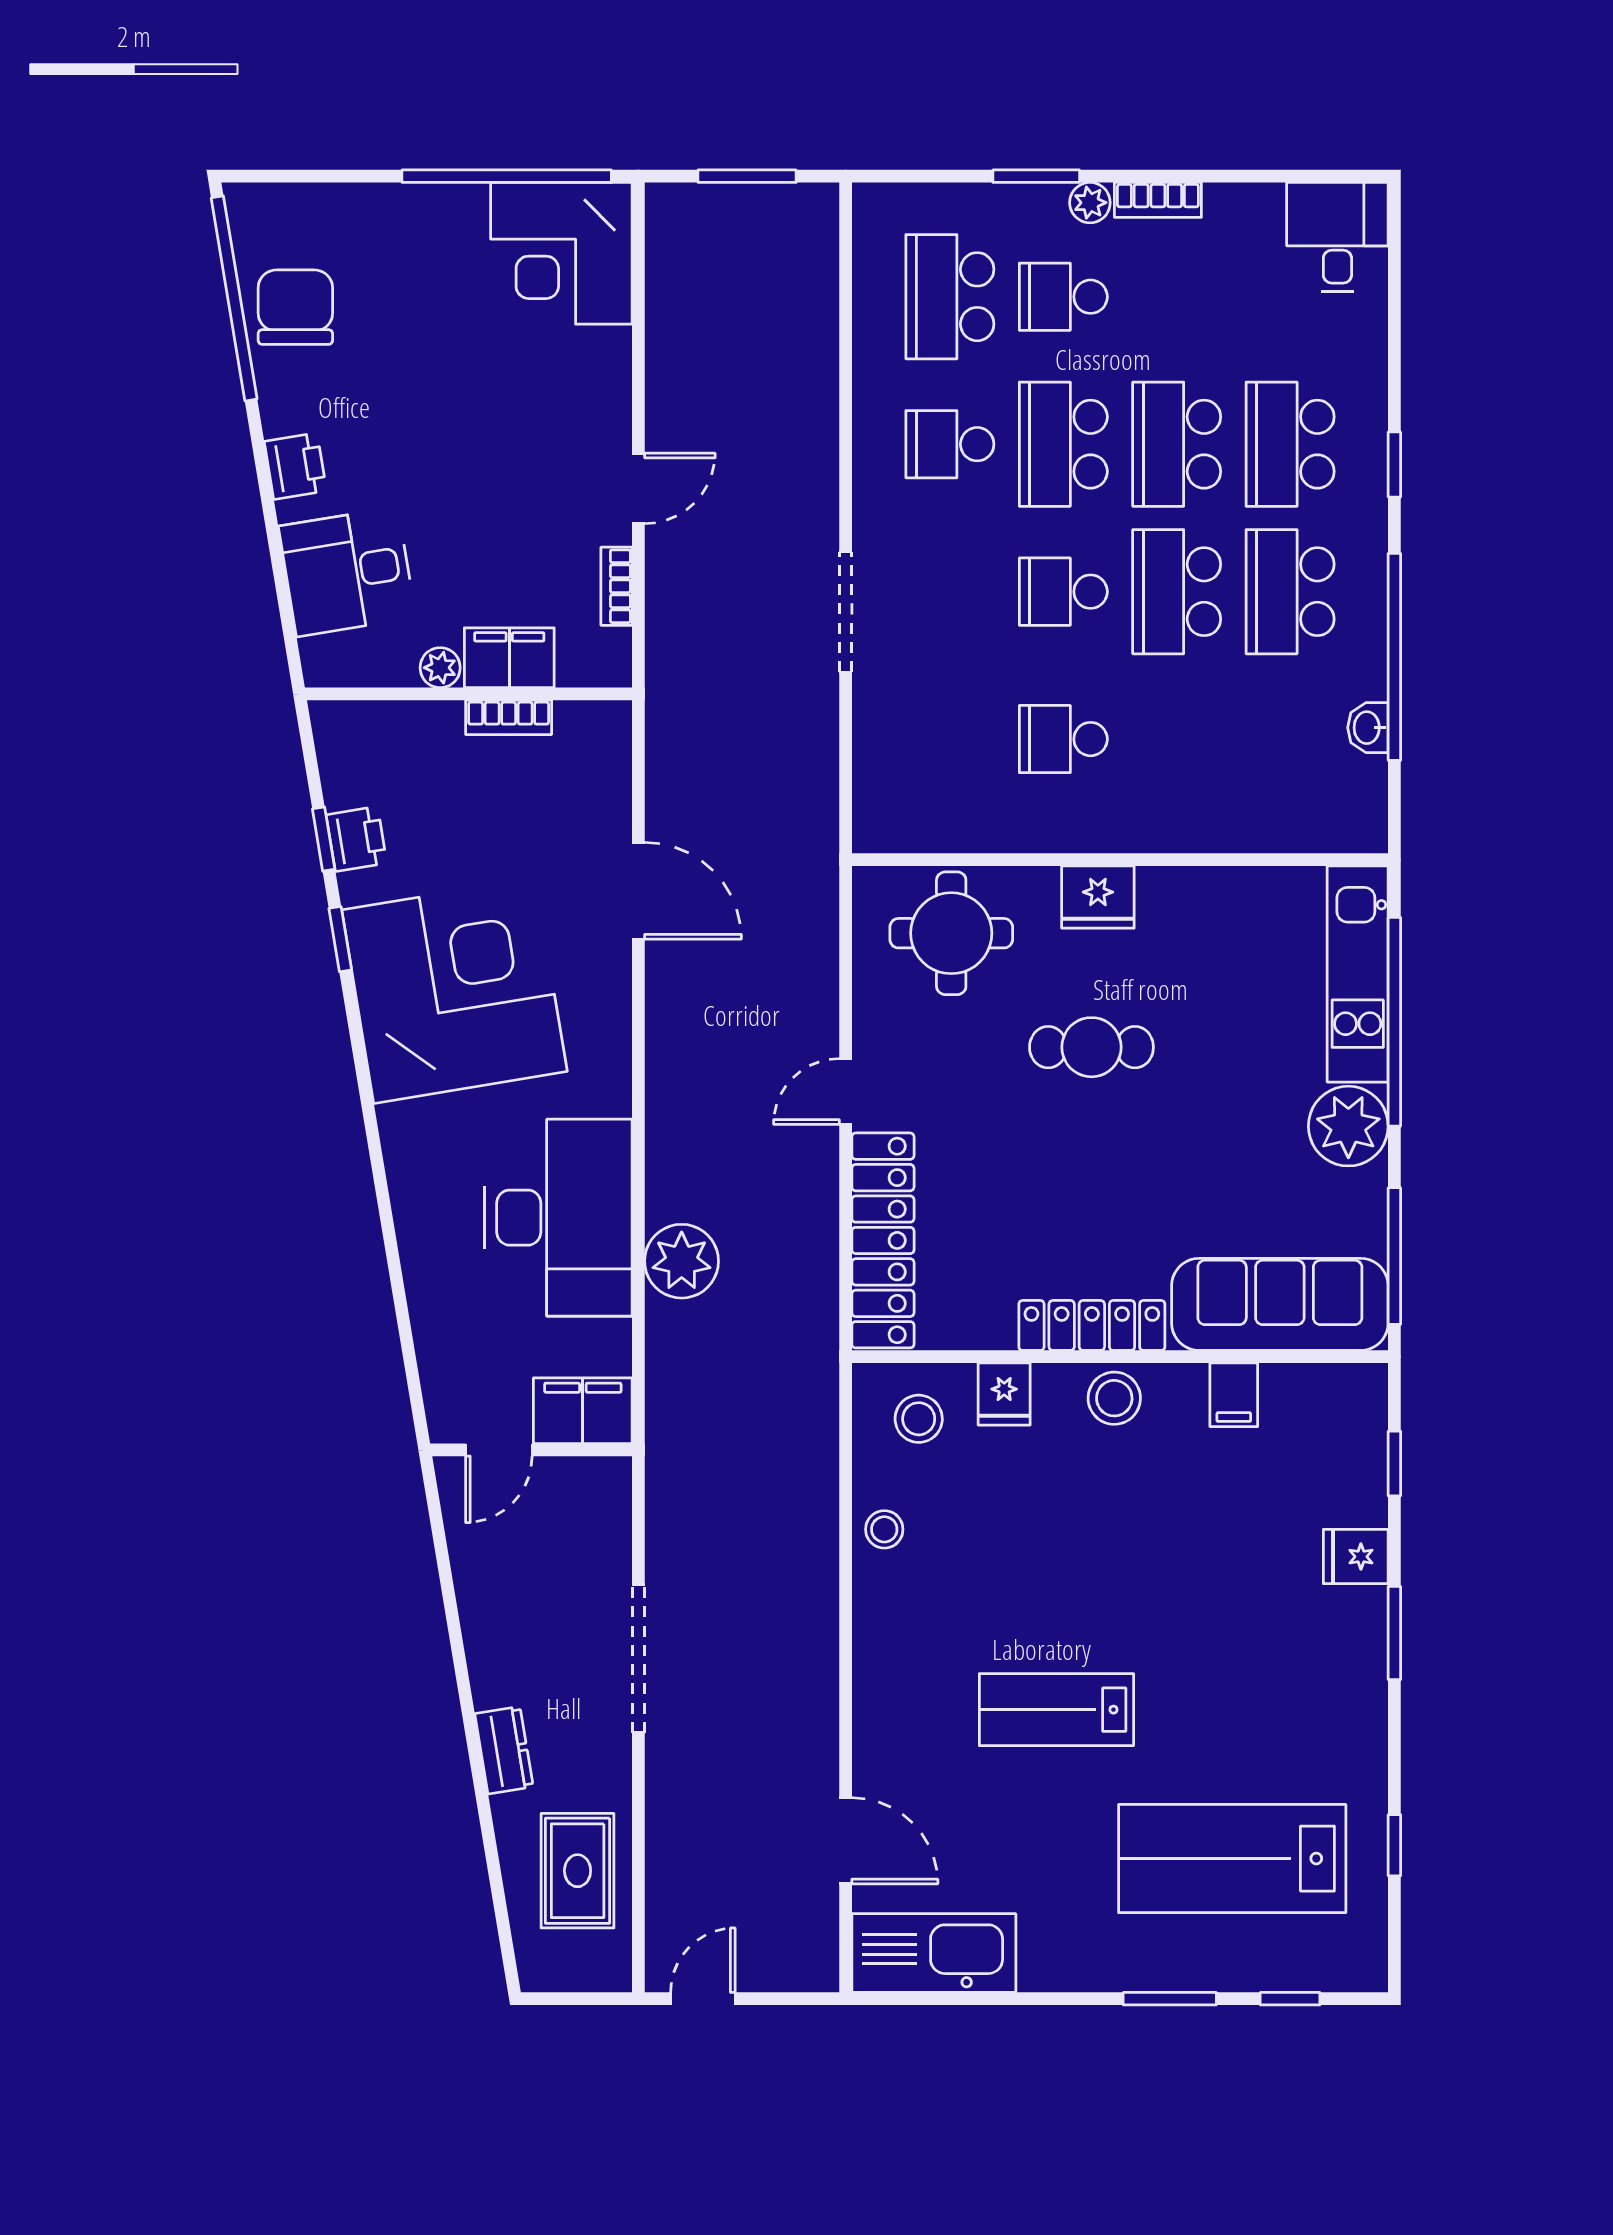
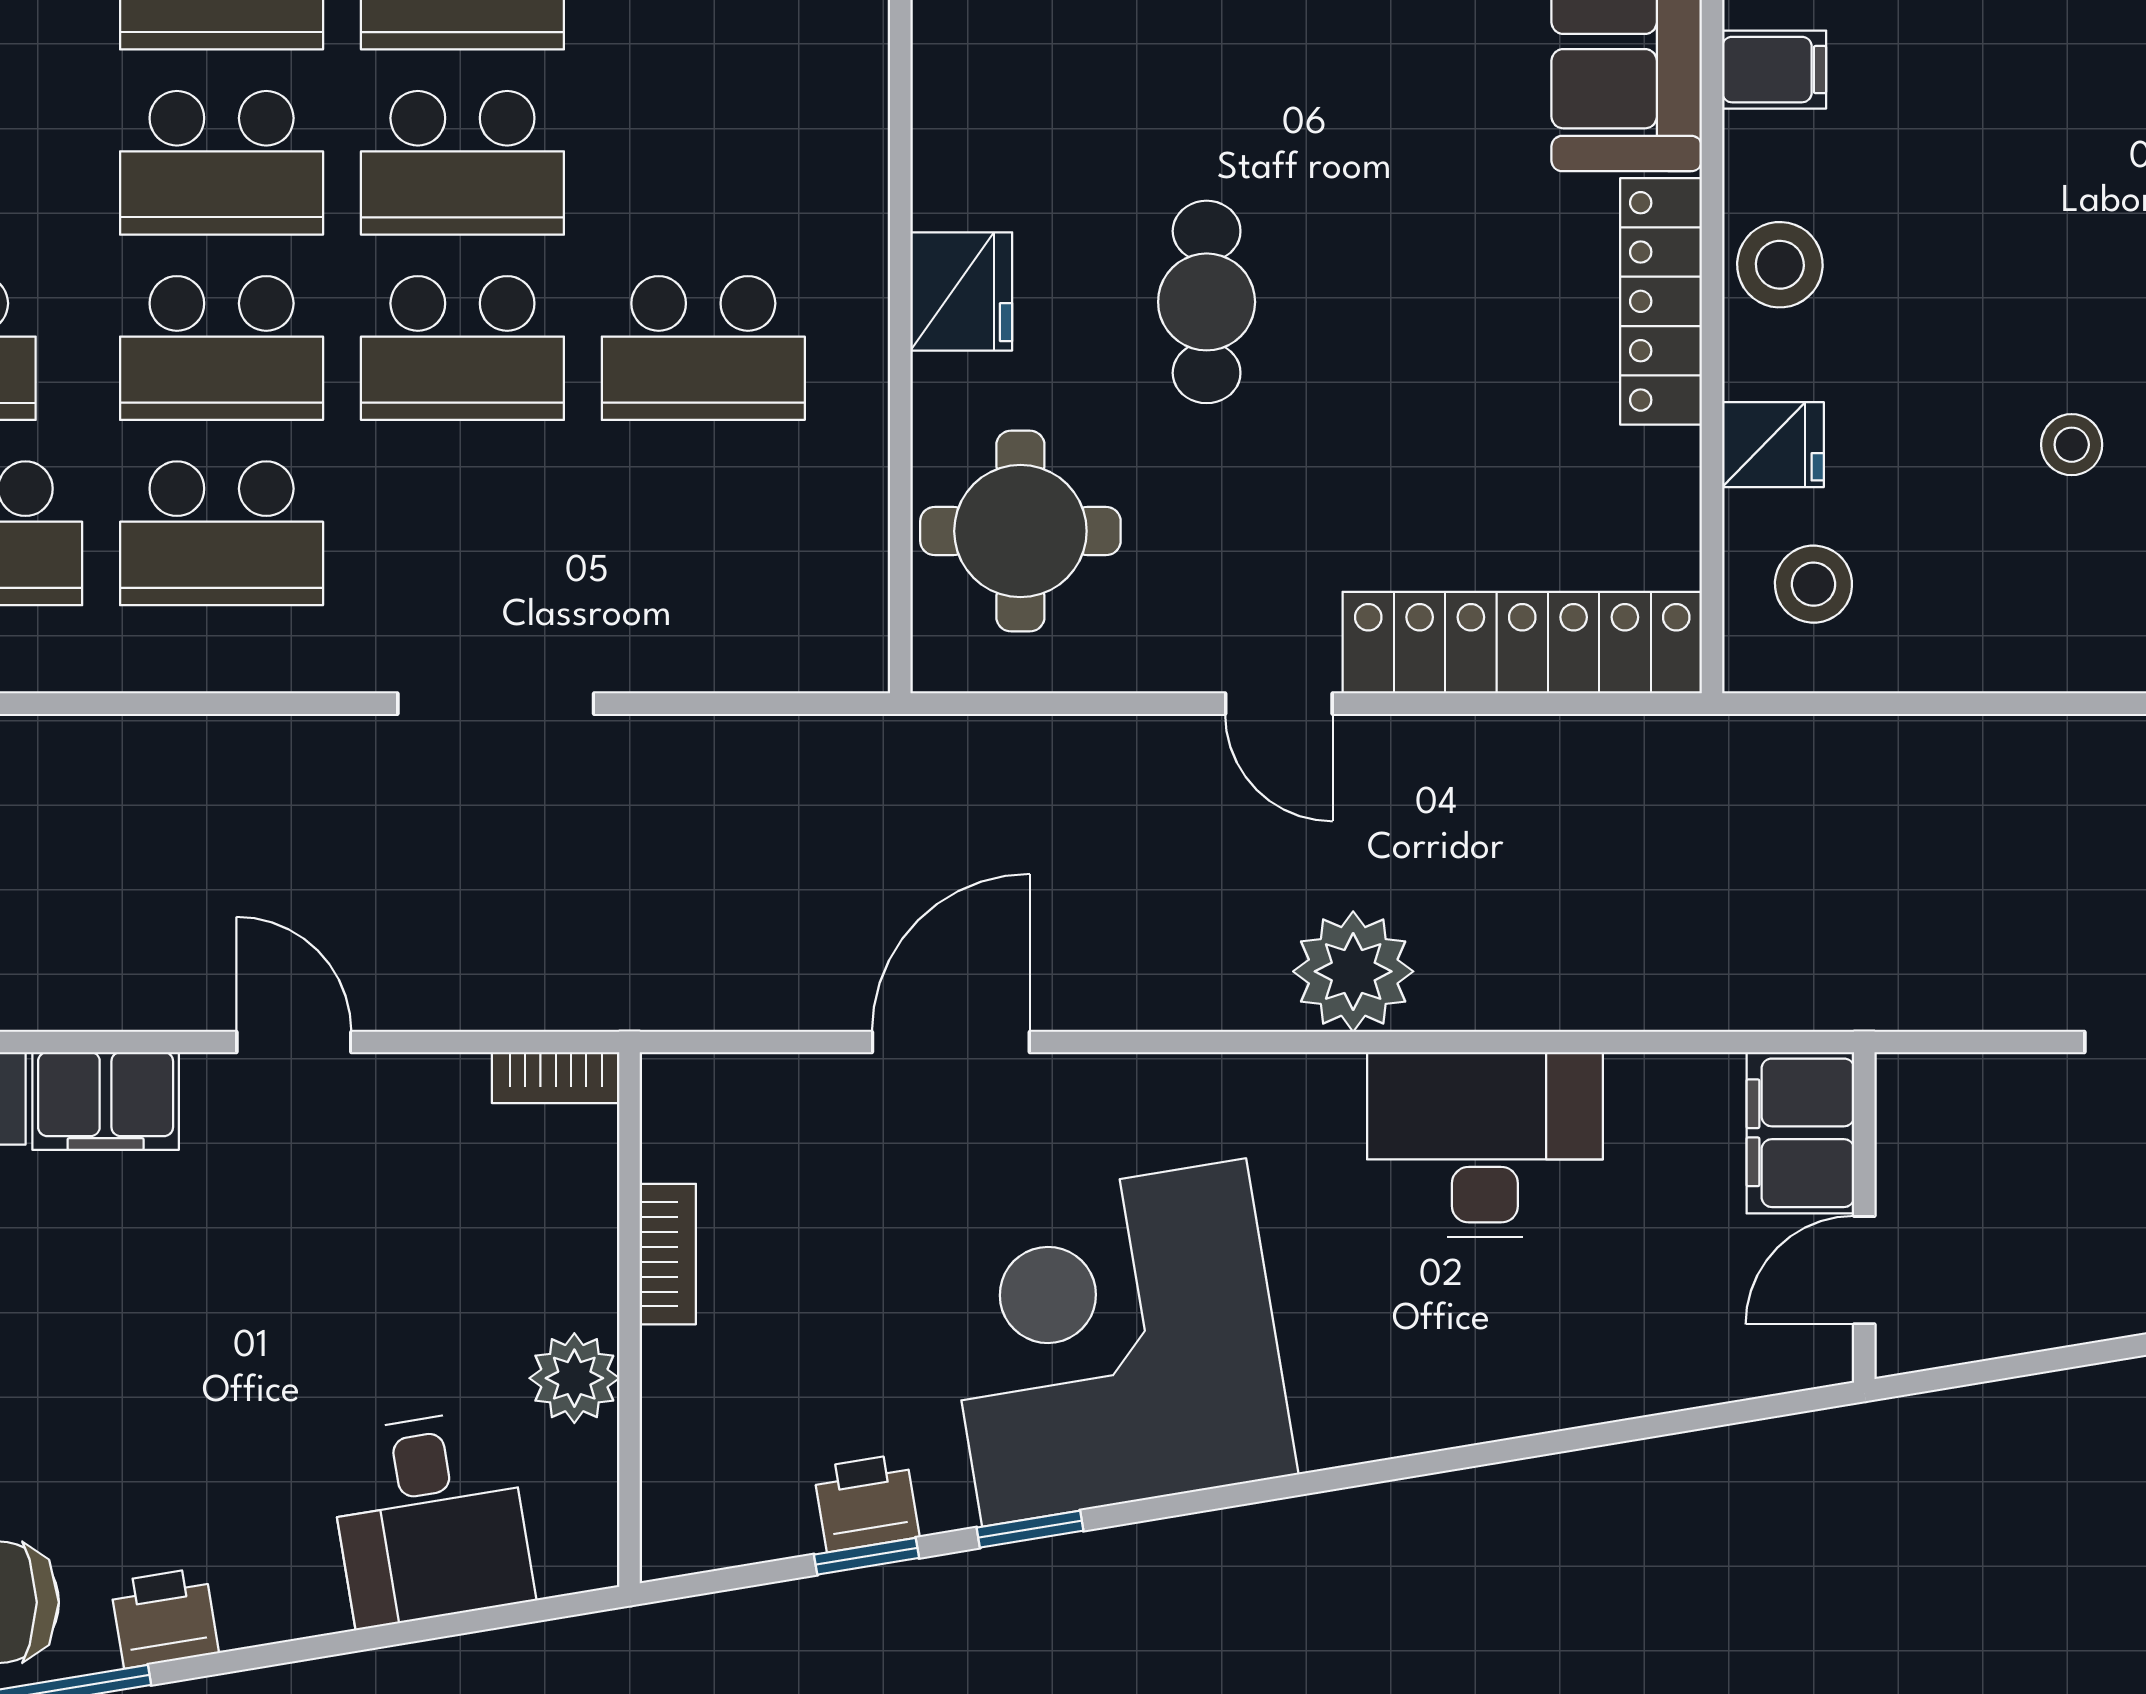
school desk: (950, 444) -> (222, 533), width x1.85
printer: (295, 466) -> (164, 1618), moved
bookcase: (617, 586) -> (556, 1078), moved
school desk: (1063, 592) -> (462, 348), width x1.85
filing cabinet: (509, 658) -> (106, 1101), moved, turned -90
plant: (440, 668) -> (574, 1378), width x1.38, depth x1.38
school desk: (1063, 739) -> (703, 348), width x1.85
desk: (559, 1218) -> (1485, 1145), width x0.73, depth x0.77
plant: (682, 1261) -> (1353, 971), moved
door: (499, 1450) -> (1864, 1270), swing flipped
stool: (884, 1529) -> (2072, 445), moved

